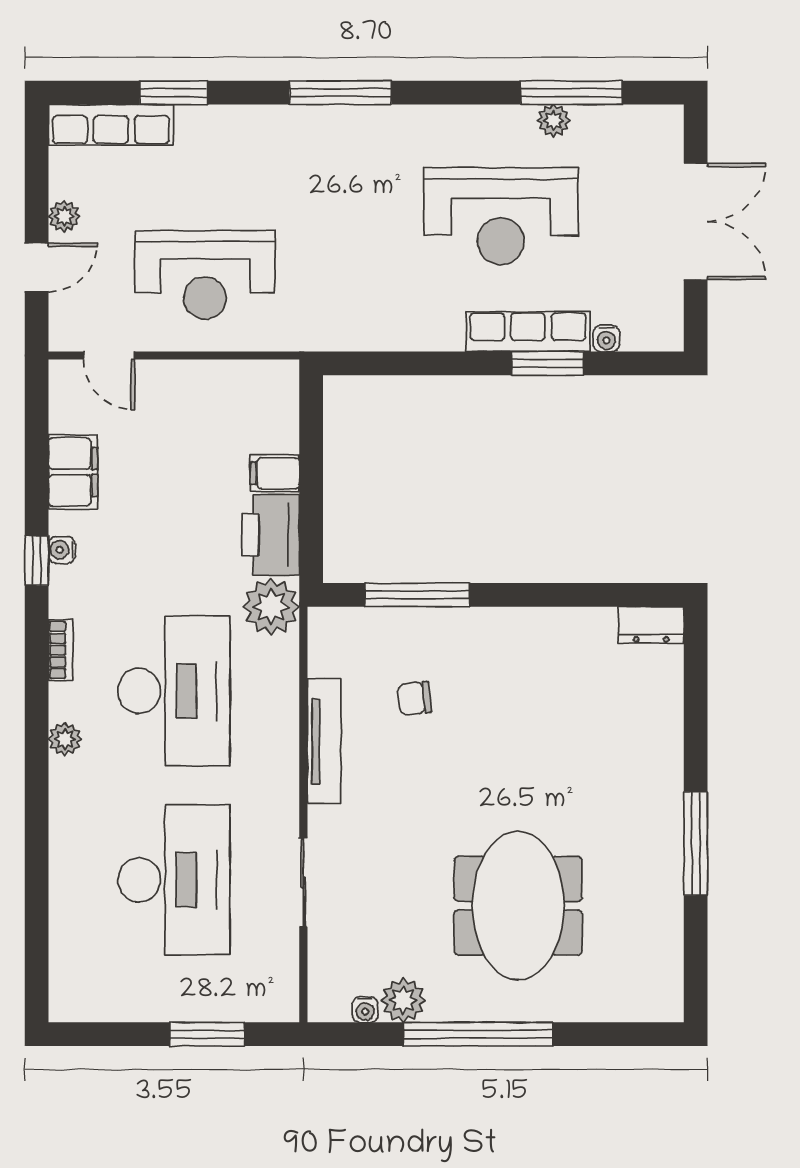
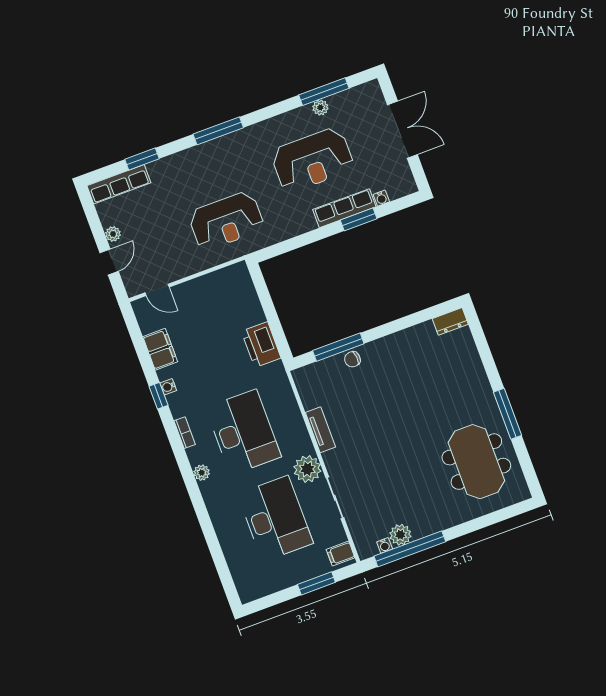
reception desk: (205, 275) -> (226, 221), moved
filing cabinet: (275, 473) -> (341, 554), moved
plant: (271, 607) -> (307, 469), moved
chair: (414, 698) -> (352, 359), moved
tv unit: (324, 741) -> (320, 430), width x0.71
meeting table: (518, 906) -> (476, 462), moved
window: (478, 1034) -> (410, 549), moved

